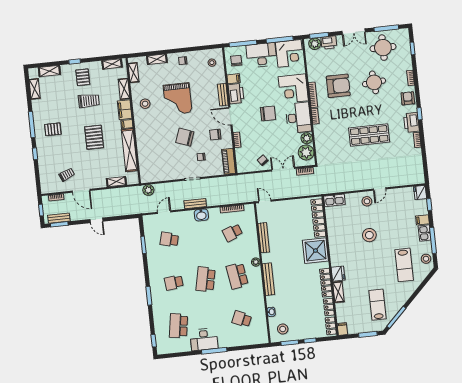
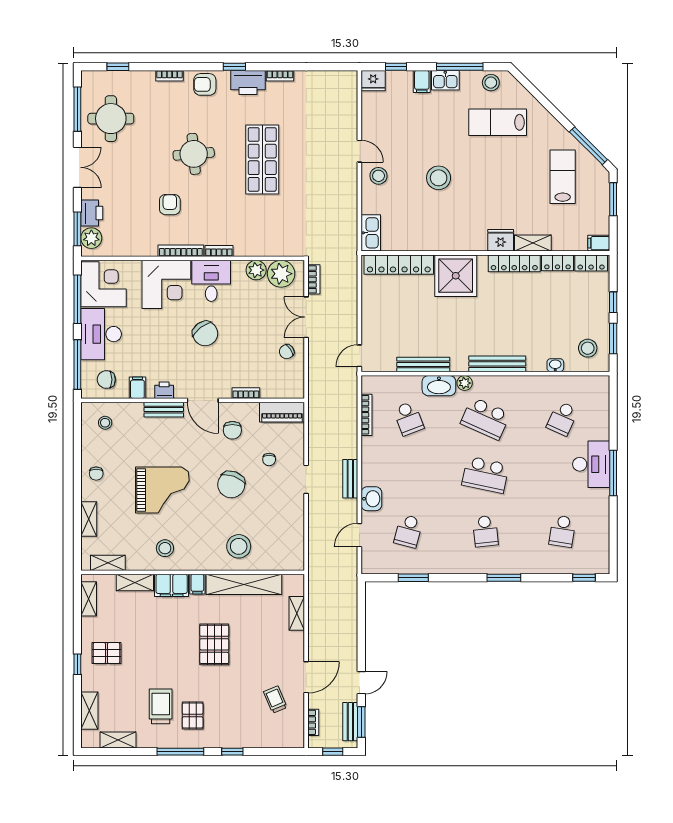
round table: (374, 82) -> (194, 154), moved
armchair: (338, 86) -> (170, 205), width x0.53, depth x0.53
printer: (236, 94) -> (164, 390), width x0.53, depth x0.68
trolley: (89, 101) -> (161, 706), moved
chair: (268, 113) -> (205, 334), turned 143
door: (230, 116) -> (203, 400), hinge flipped
desk: (298, 118) -> (211, 281), width x0.73
pallet: (94, 137) -> (214, 644), turned 90
stool: (151, 145) -> (239, 546), added
plant: (148, 190) -> (318, 559), removed
door: (164, 212) -> (359, 535), hinge flipped
washbasin: (201, 215) -> (371, 499), moved
door: (96, 220) -> (361, 683), moved
washbasin: (253, 248) -> (439, 386), added
lab bench: (404, 265) -> (498, 122), turned 180
school desk: (237, 276) -> (485, 418), turned 33
lab bench: (377, 305) -> (563, 177), turned 90
school desk: (178, 326) -> (562, 531), width x0.54
desk: (204, 339) -> (591, 464), moved

